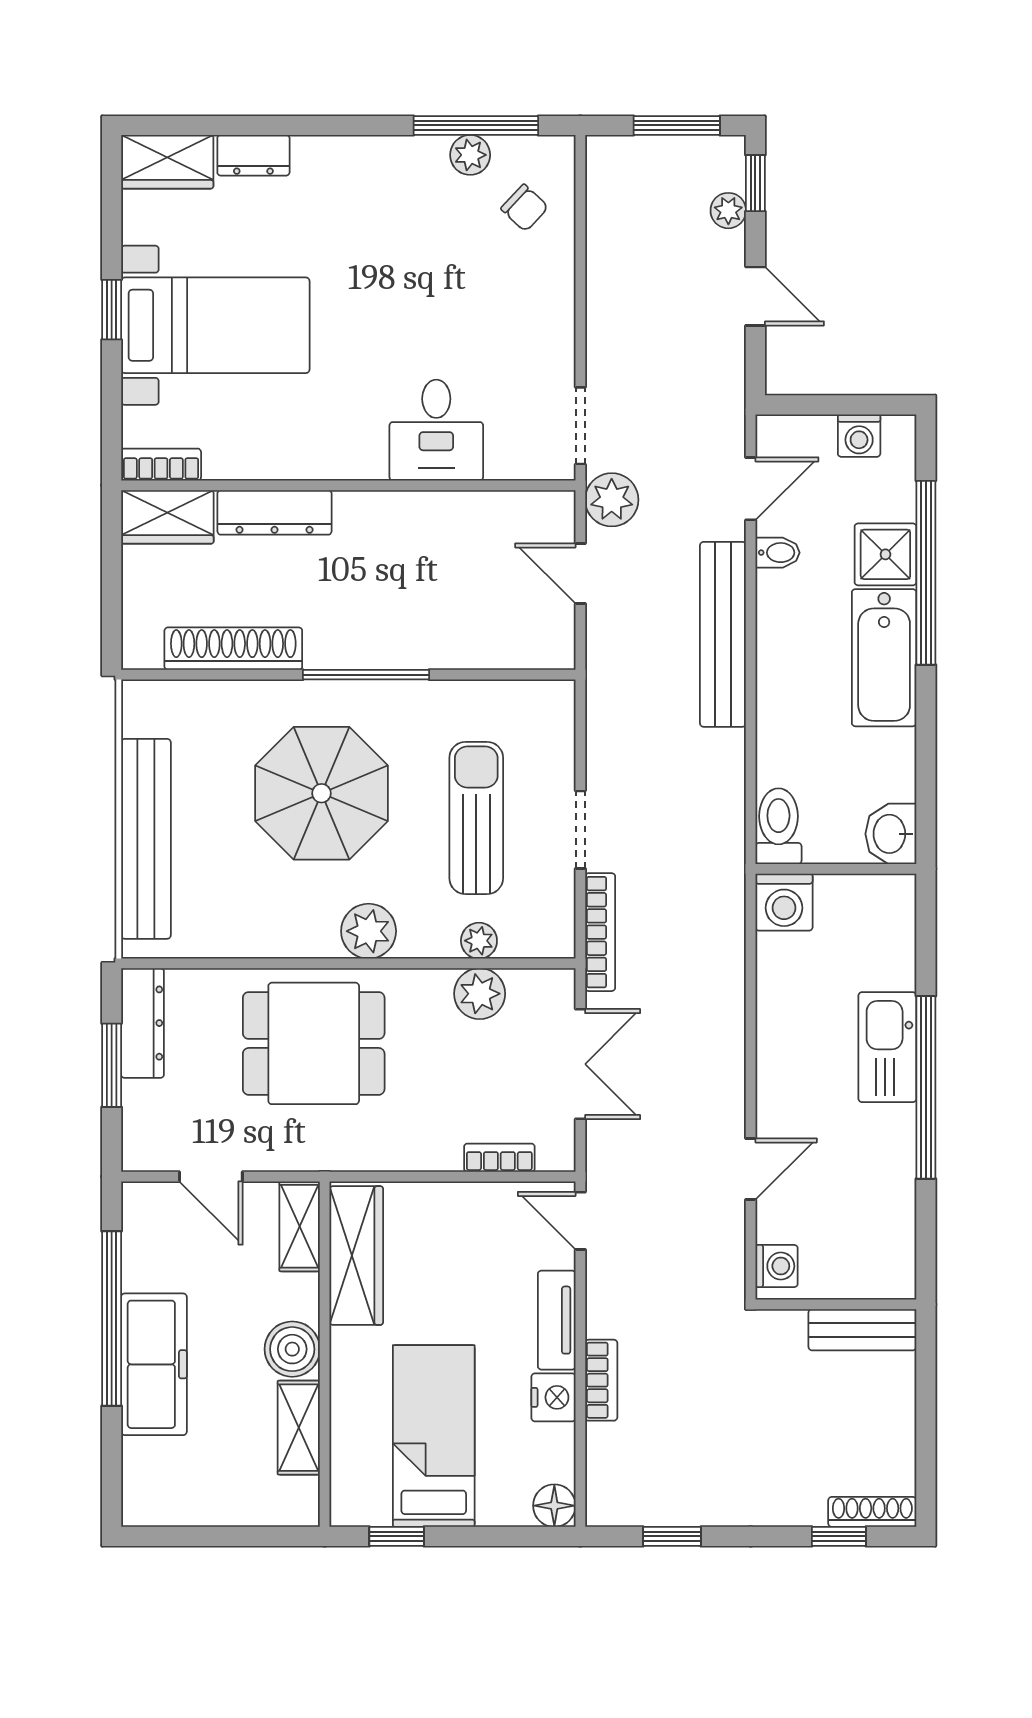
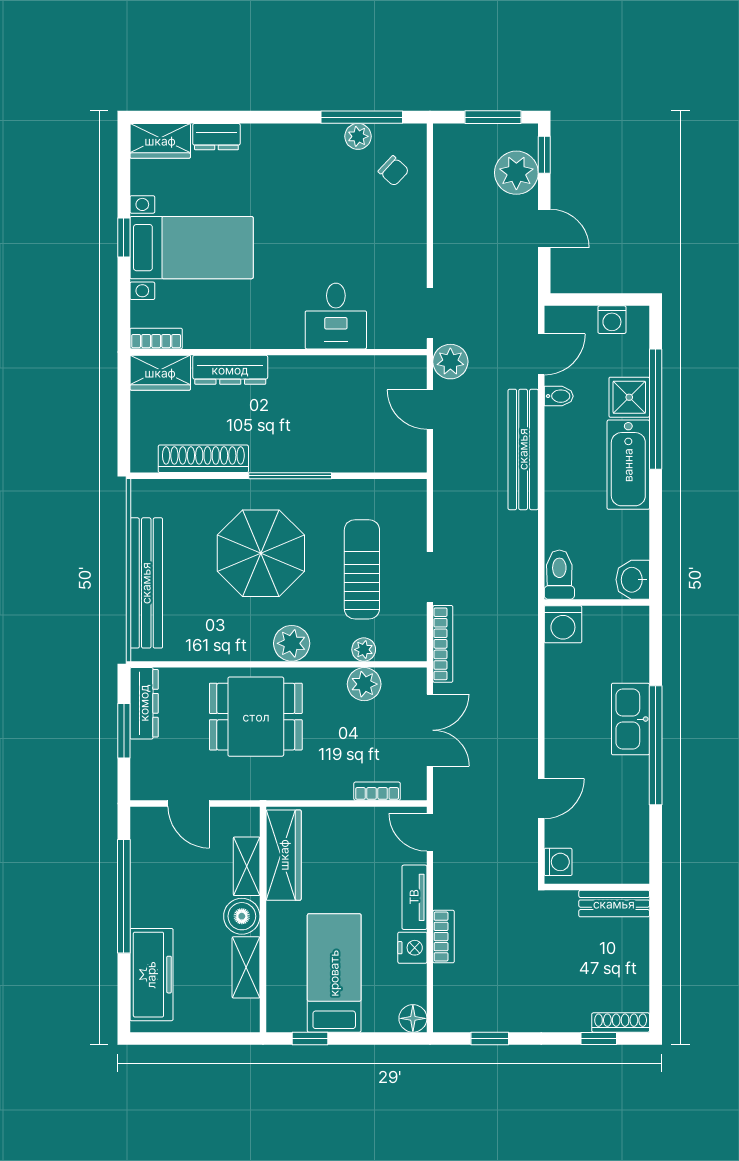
plant: (728, 211) -> (516, 173), width x1.88, depth x1.88
shelving: (300, 1226) -> (247, 866), moved
freezer: (154, 1364) -> (151, 975), moved

